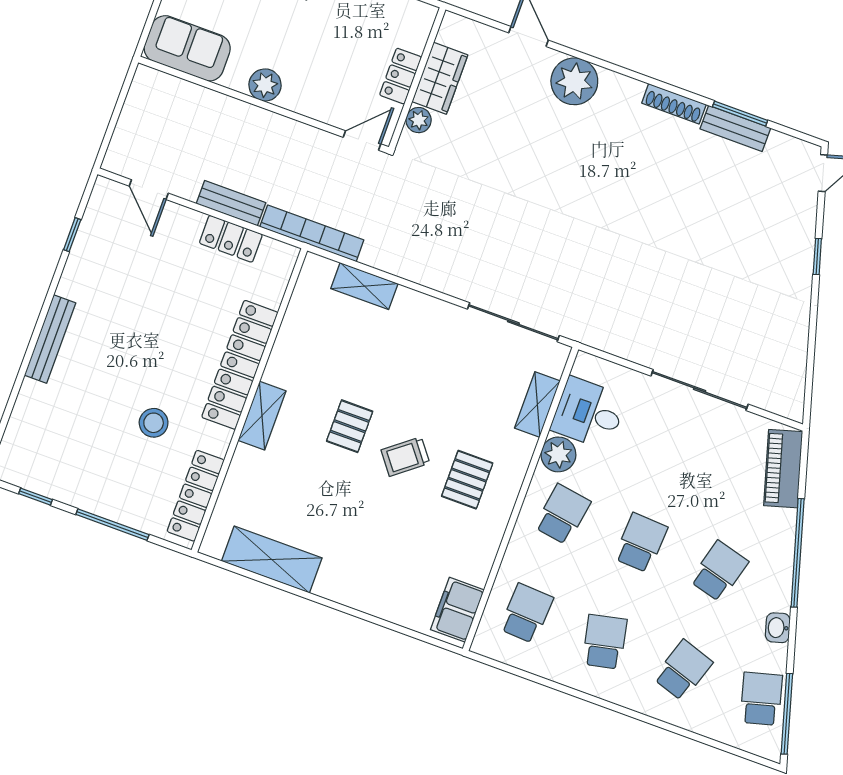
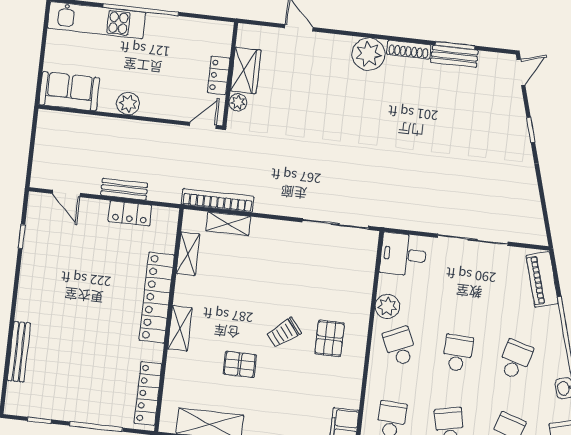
plant: (574, 81) -> (368, 54), moved
bookcase: (312, 233) -> (218, 200), moved
bench: (50, 339) -> (19, 352), moved
shelving: (537, 404) -> (188, 254), moved
desk: (589, 413) -> (403, 255), moved
stool: (154, 423) -> (107, 351), removed
pallet: (350, 426) -> (240, 364), moved, turned 90
school desk: (562, 514) -> (400, 346), turned -33

